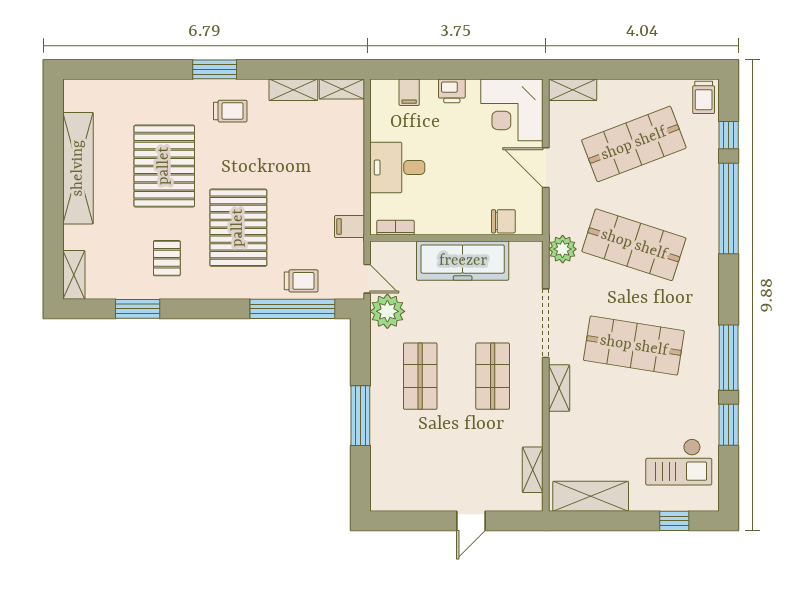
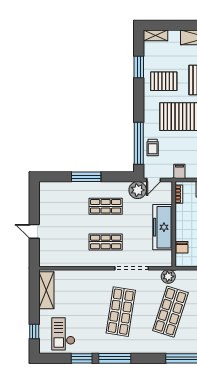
pallet: (167, 258) -> (164, 81), width x1.50, depth x1.42
shelving: (559, 388) -> (100, 275), removed
shelving: (533, 470) -> (59, 262), removed

